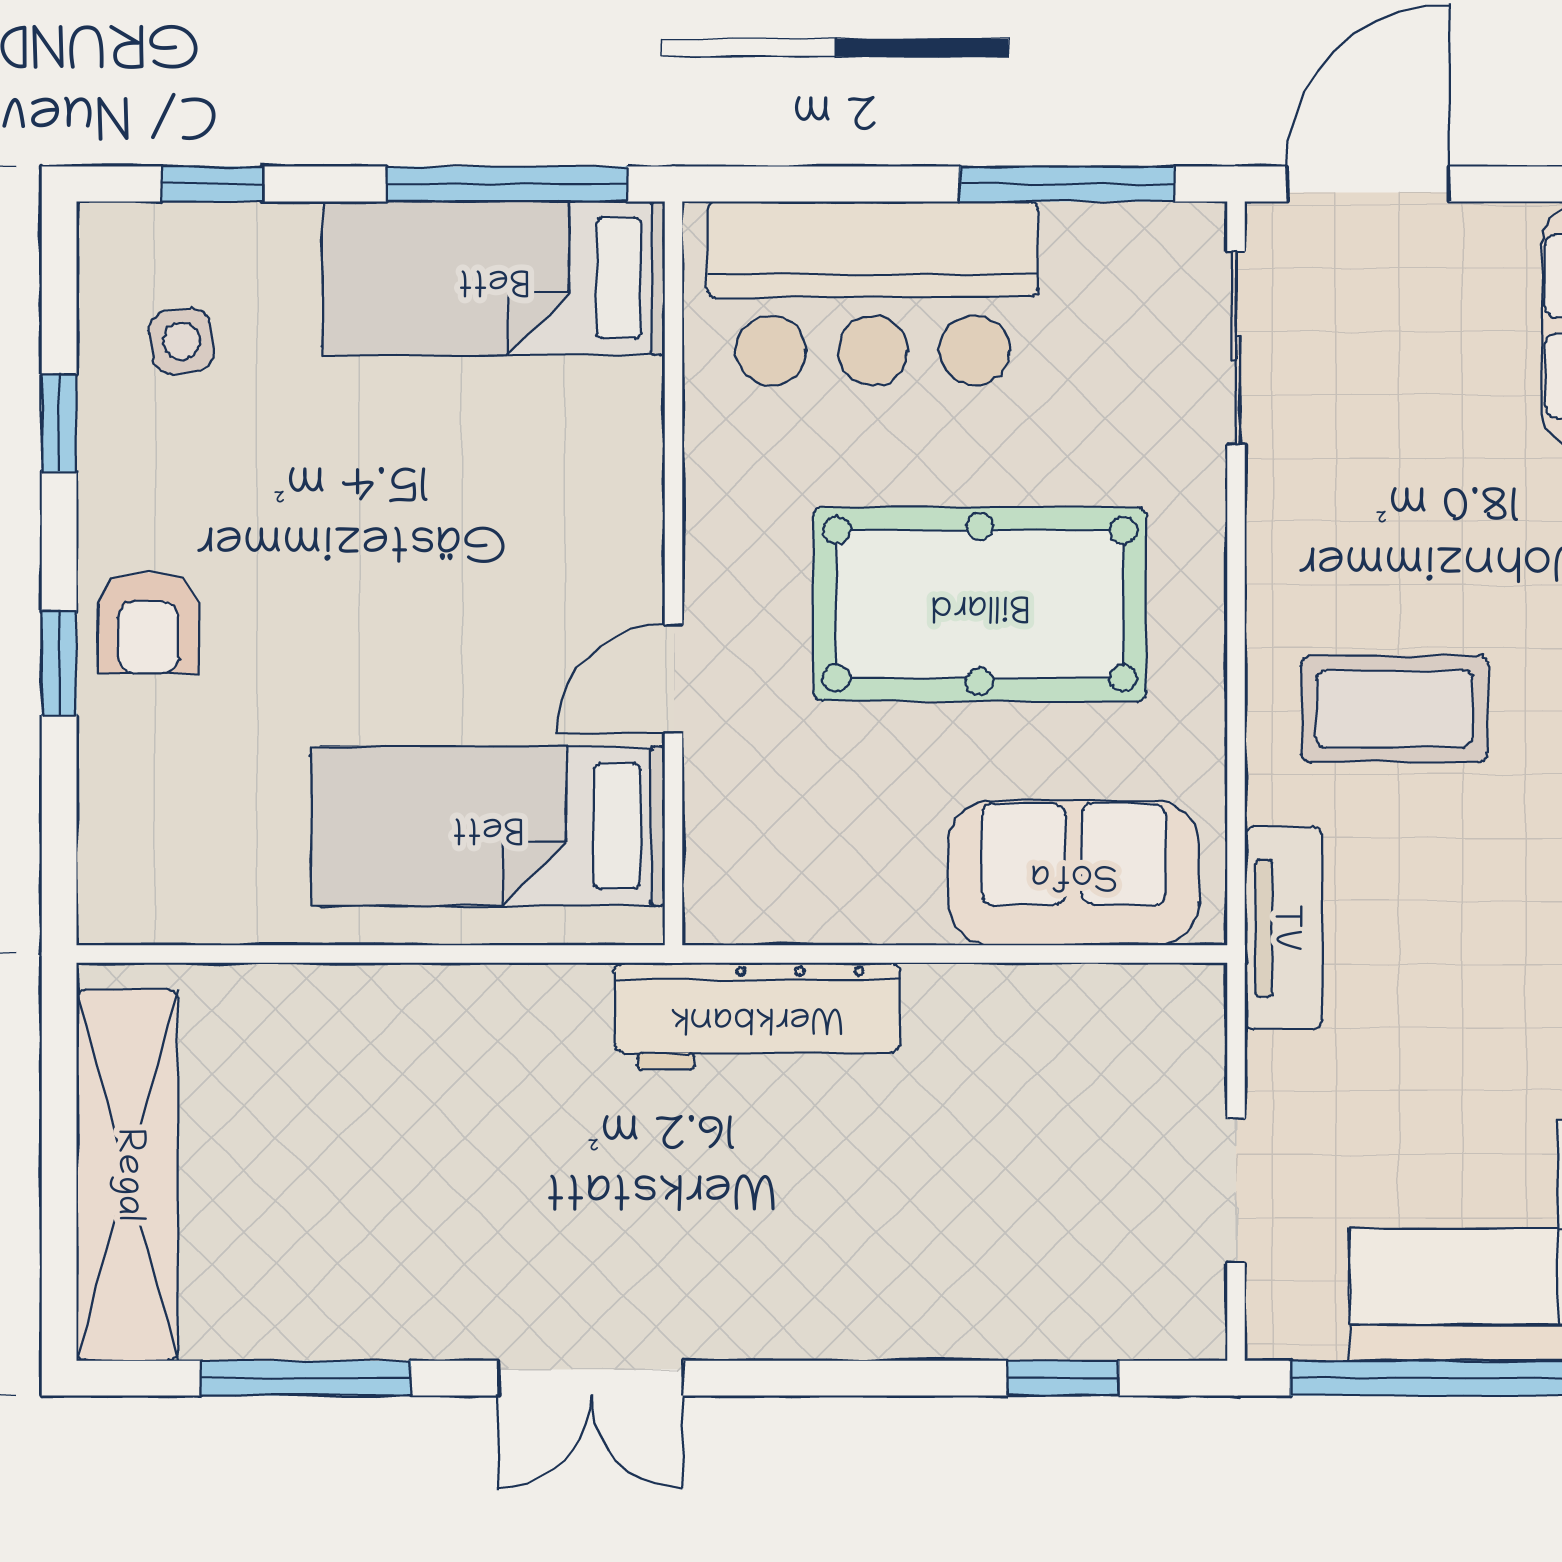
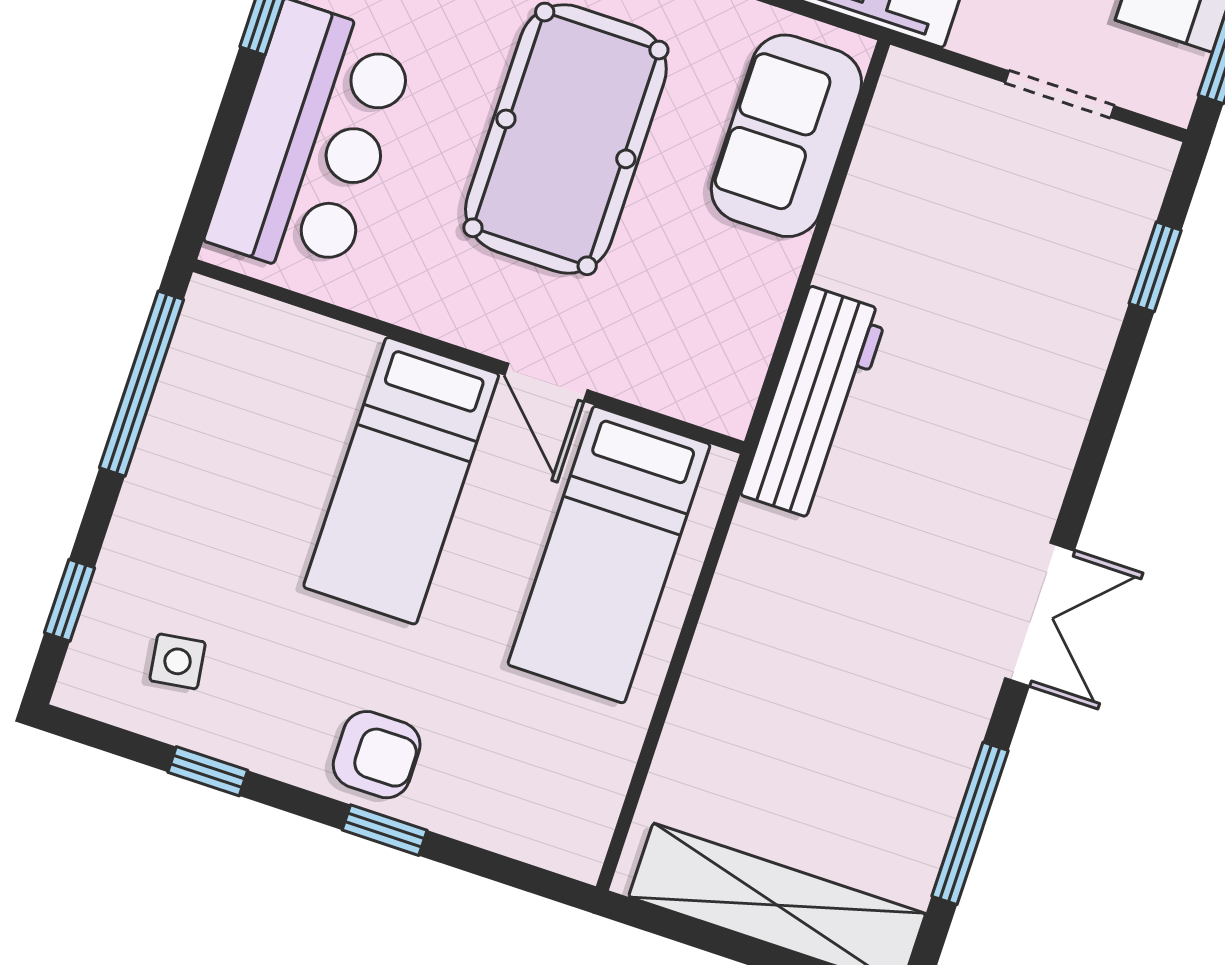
bed: (494, 278) -> (401, 481), moved

